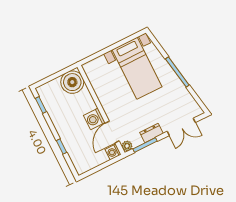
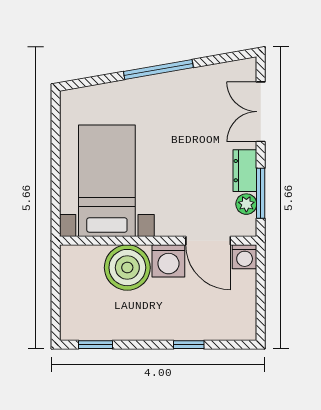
bed with nightstands: (137, 68) -> (107, 181), moved, turned -90
boiler: (72, 82) -> (127, 268), moved
double door: (181, 127) -> (261, 112), swing flipped
plant: (127, 146) -> (246, 204), moved

